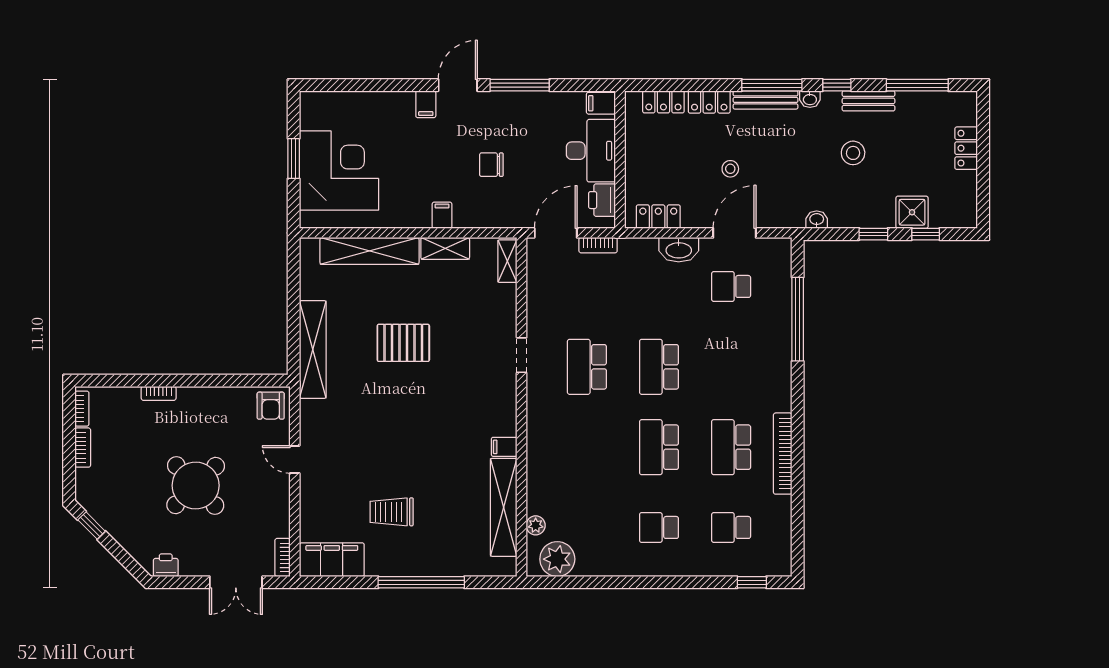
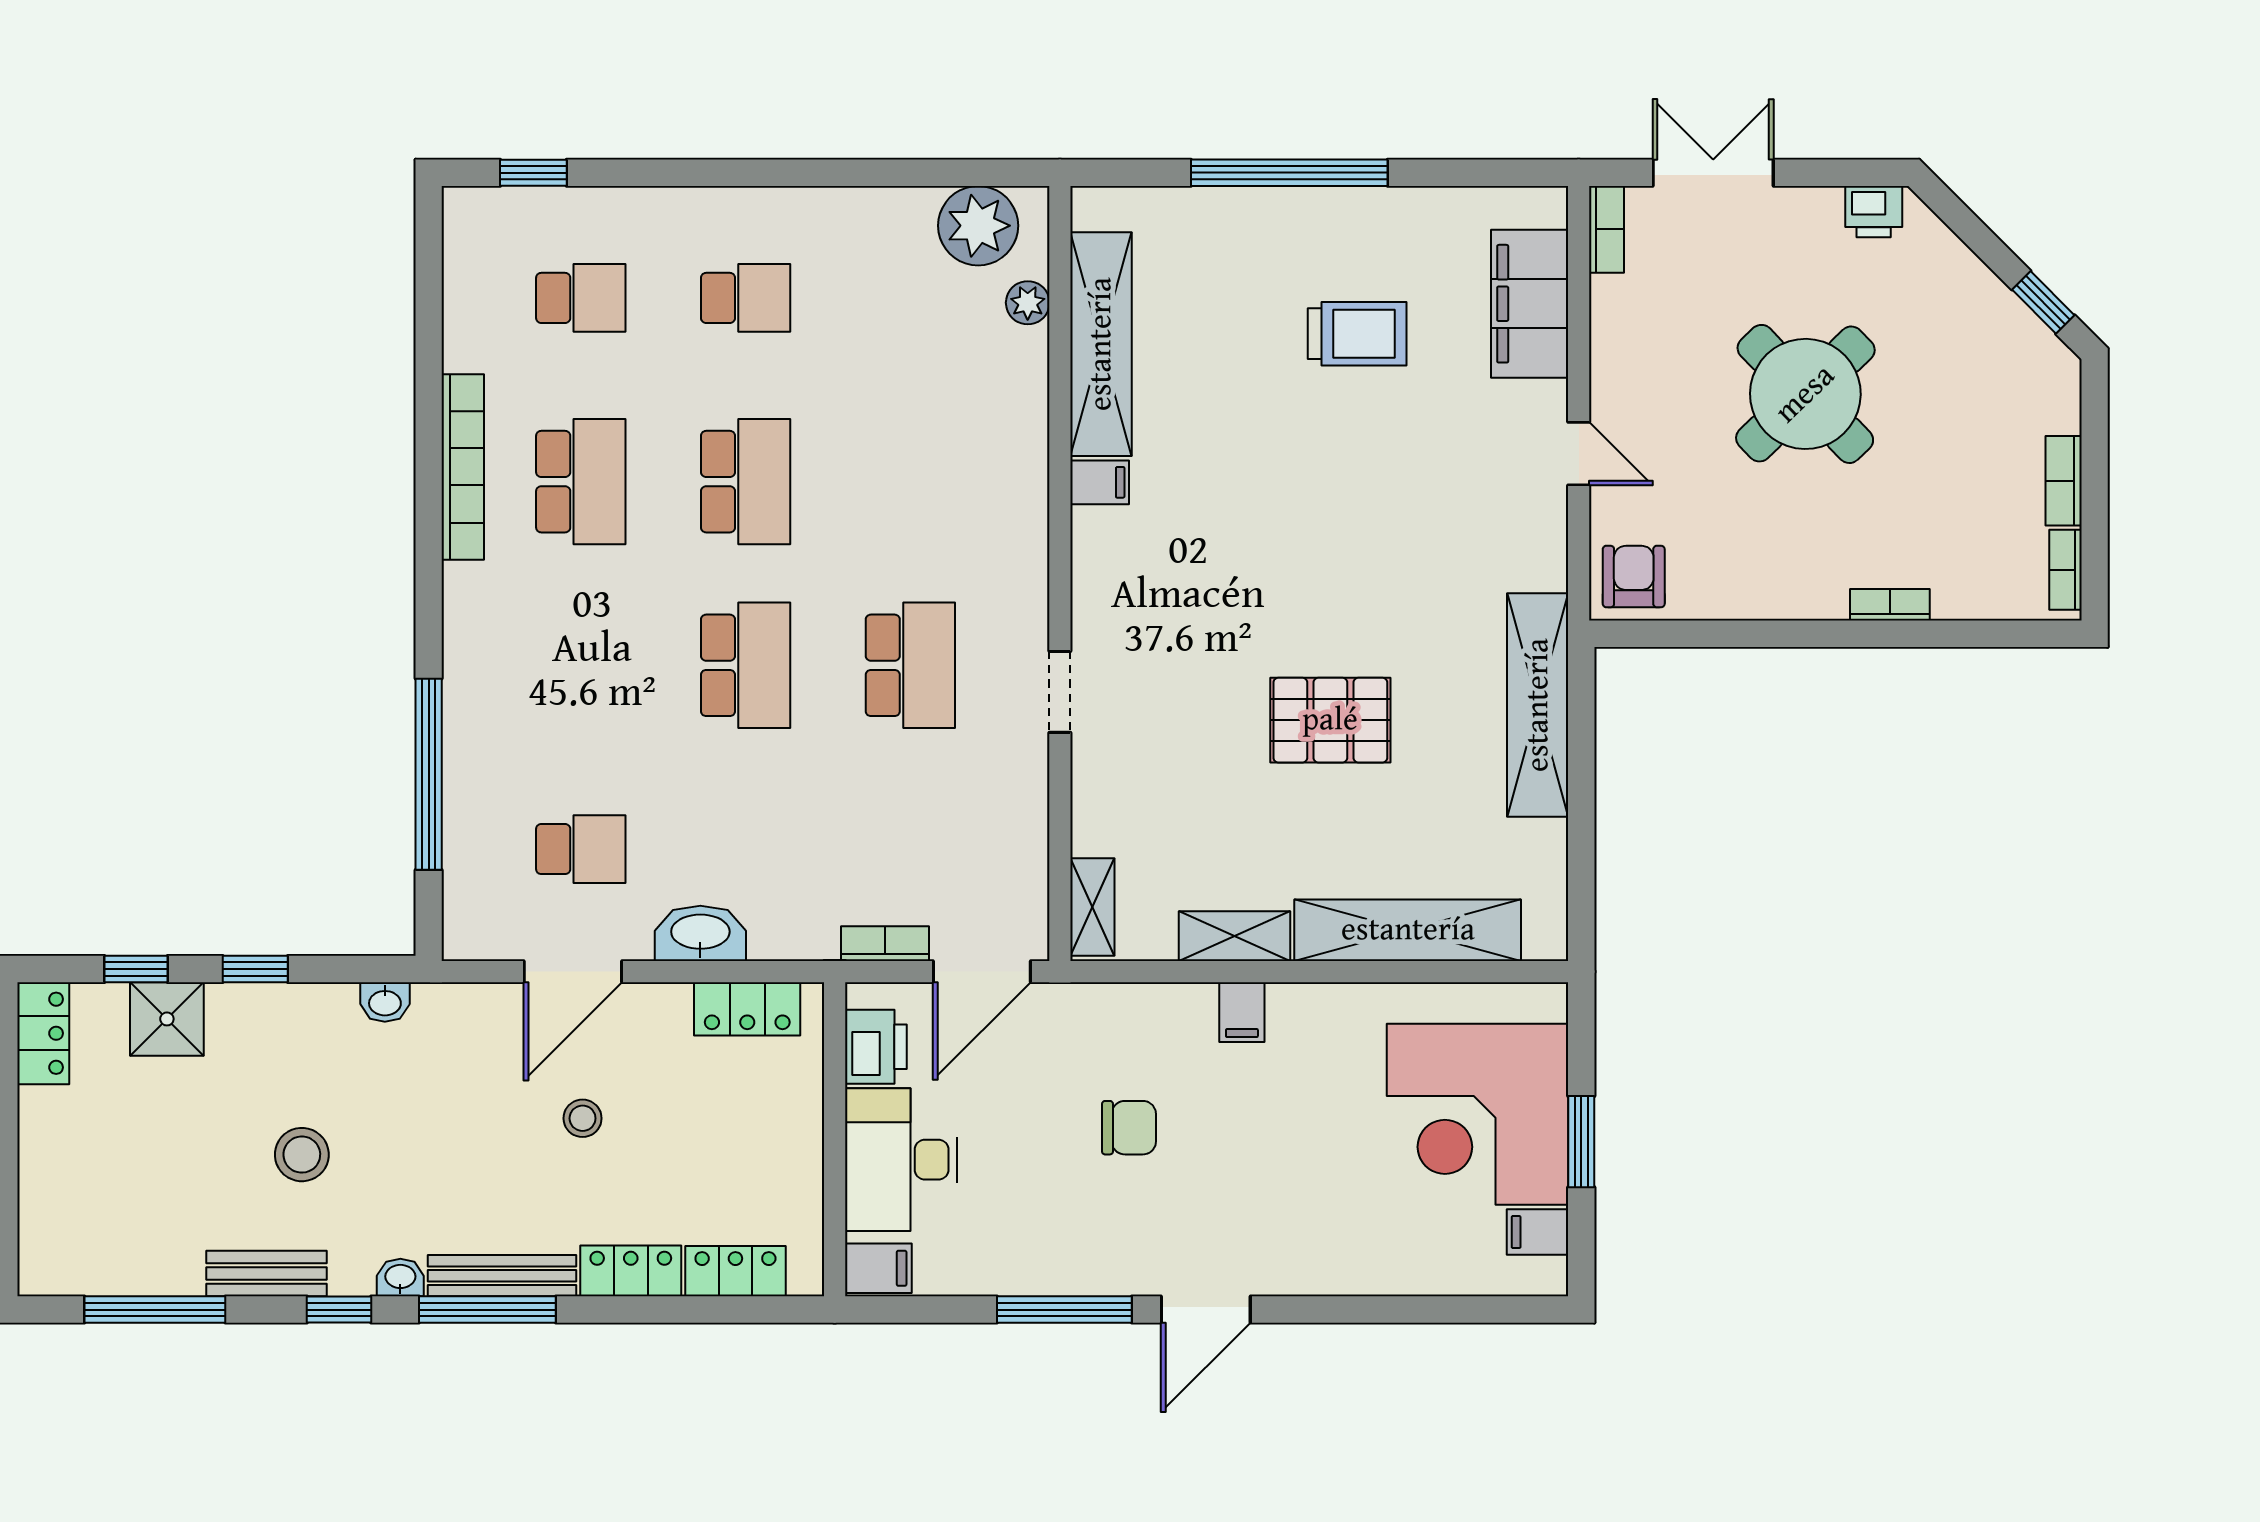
filing cabinet: (426, 104) -> (1537, 1232), moved, turned -90
locker: (966, 148) -> (43, 1033), moved
filing cabinet: (332, 560) -> (1530, 304), moved, turned 90

